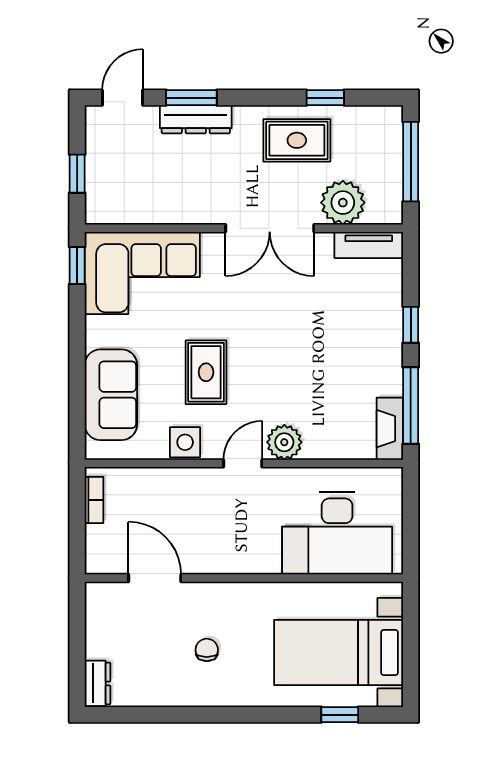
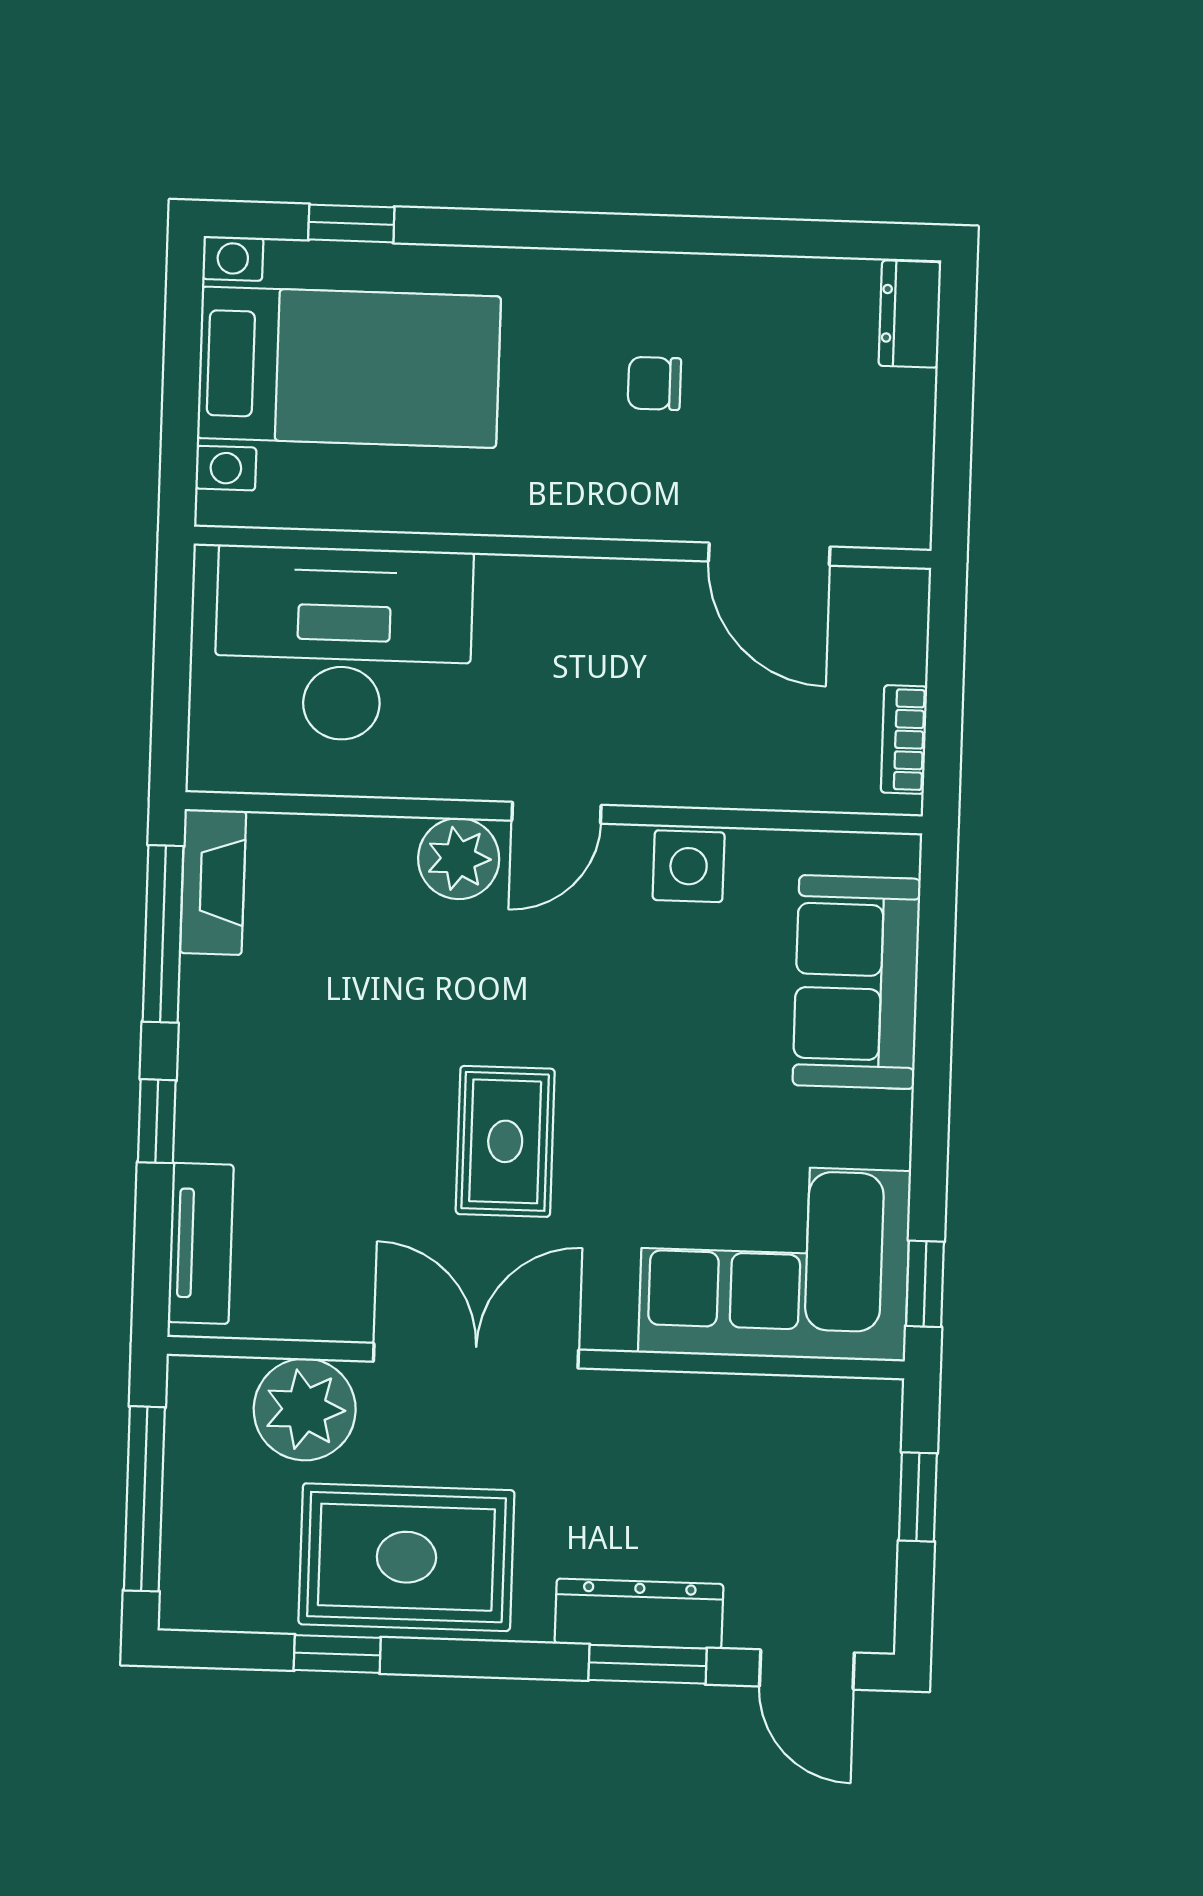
door: (123, 98) -> (807, 1670), hinge flipped
rug: (297, 140) -> (406, 1557), width x1.36, depth x1.43
tv unit: (369, 245) -> (201, 1243), moved, turned 90
rug: (206, 372) -> (505, 1141), moved
chair: (207, 650) -> (654, 383), turned 90

